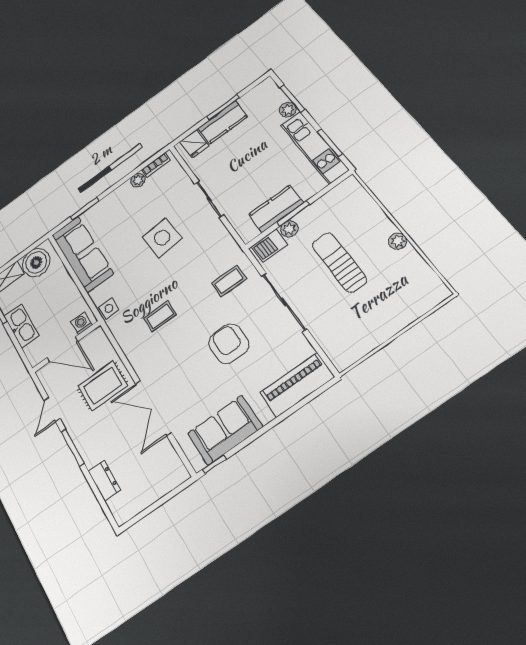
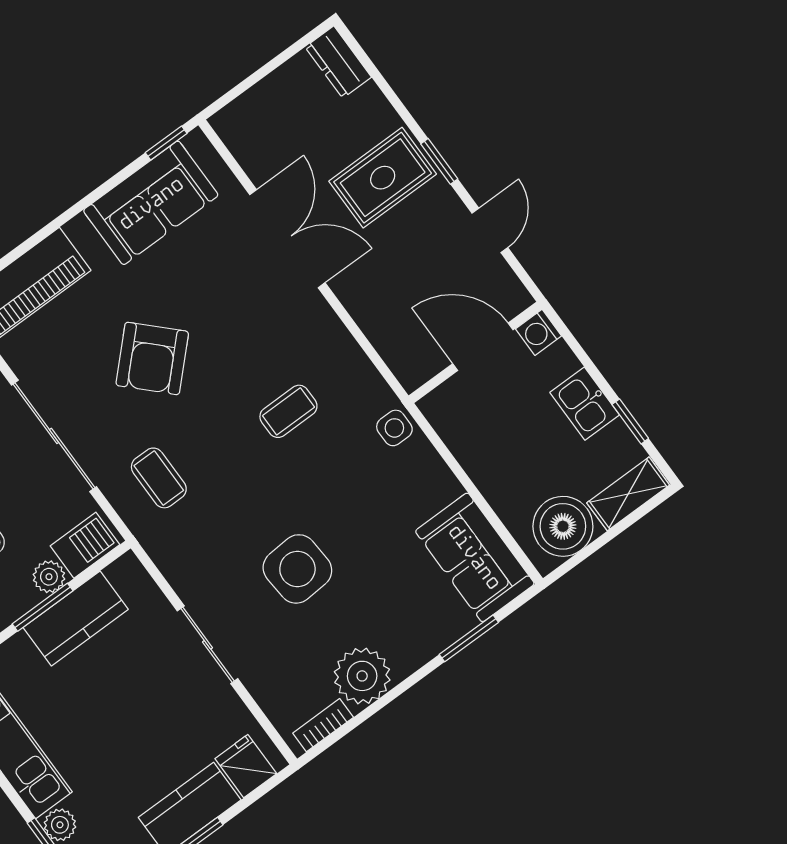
plant: (138, 180) -> (362, 676), width x1.87, depth x1.87
sofa: (82, 254) -> (475, 557), width x0.73
coffee table: (229, 281) -> (159, 478), turned 90
washing machine: (82, 323) -> (538, 332), moved, turned 90
kitchen sink: (21, 326) -> (585, 404), width x0.73
armchair: (229, 344) -> (152, 358), turned 45
rug: (102, 386) -> (383, 178), moved
window: (73, 448) -> (439, 161), width x0.67
dresser: (104, 481) -> (338, 62), moved

